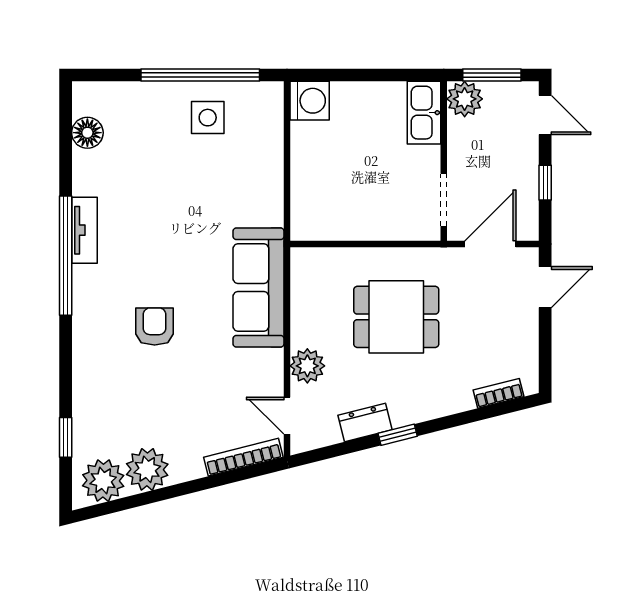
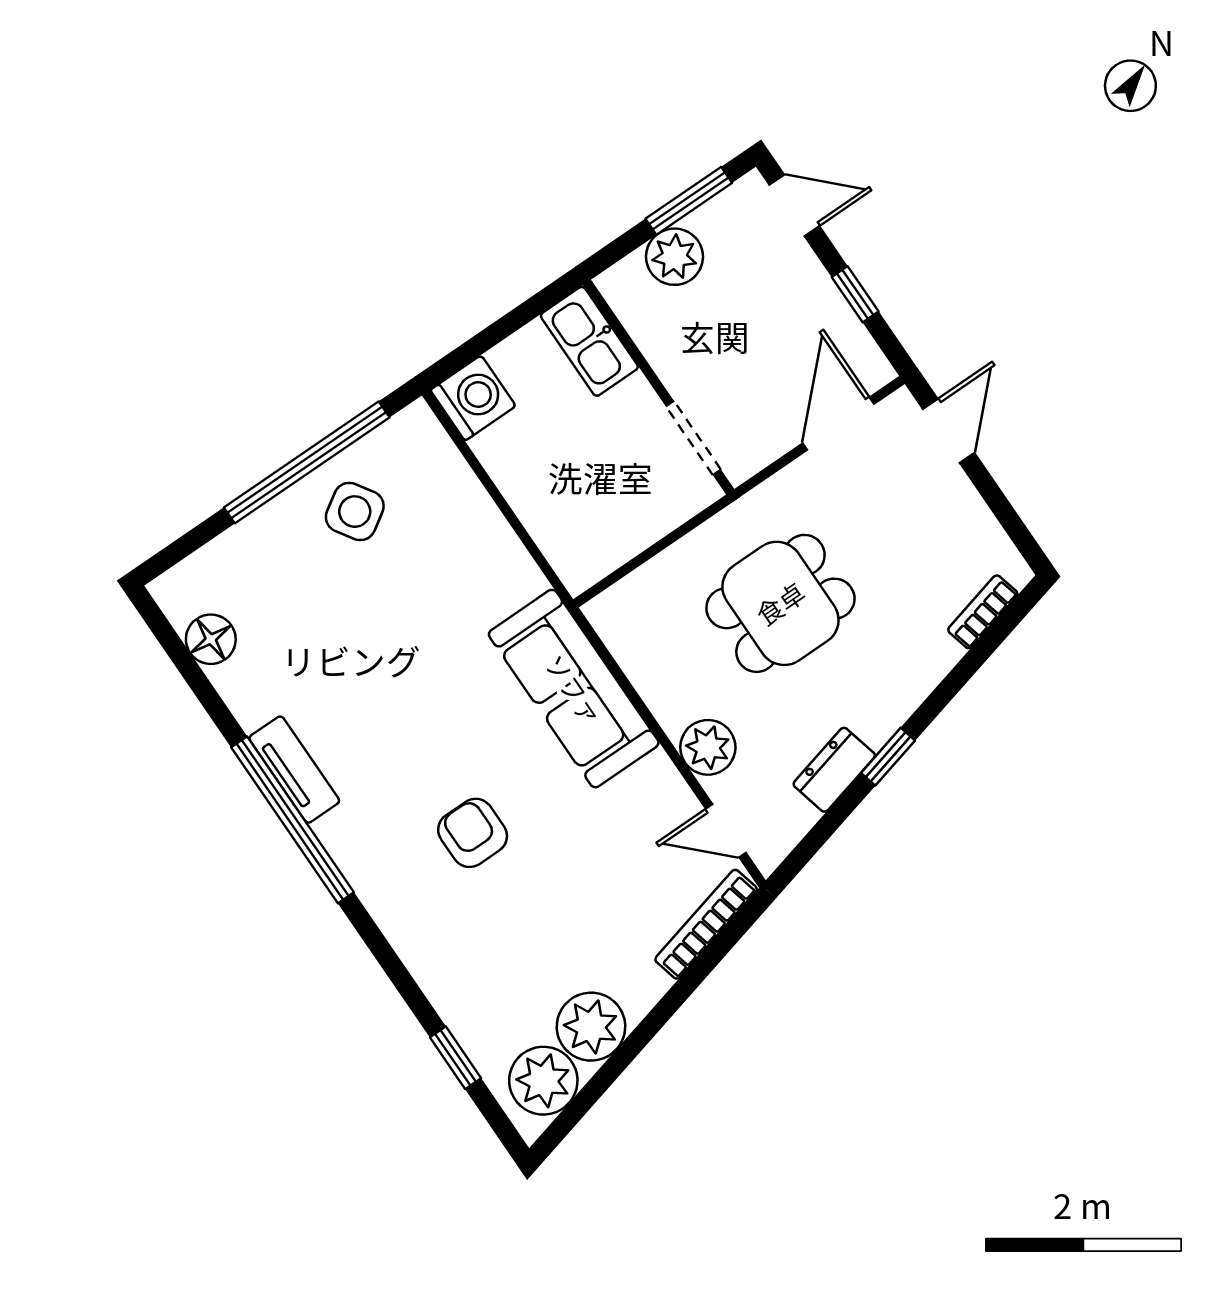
kitchen sink: (424, 113) -> (589, 341), moved
side table: (208, 118) -> (355, 512), turned -33
wall: (444, 161) -> (659, 387), moved
doorway: (444, 200) -> (693, 438), moved

